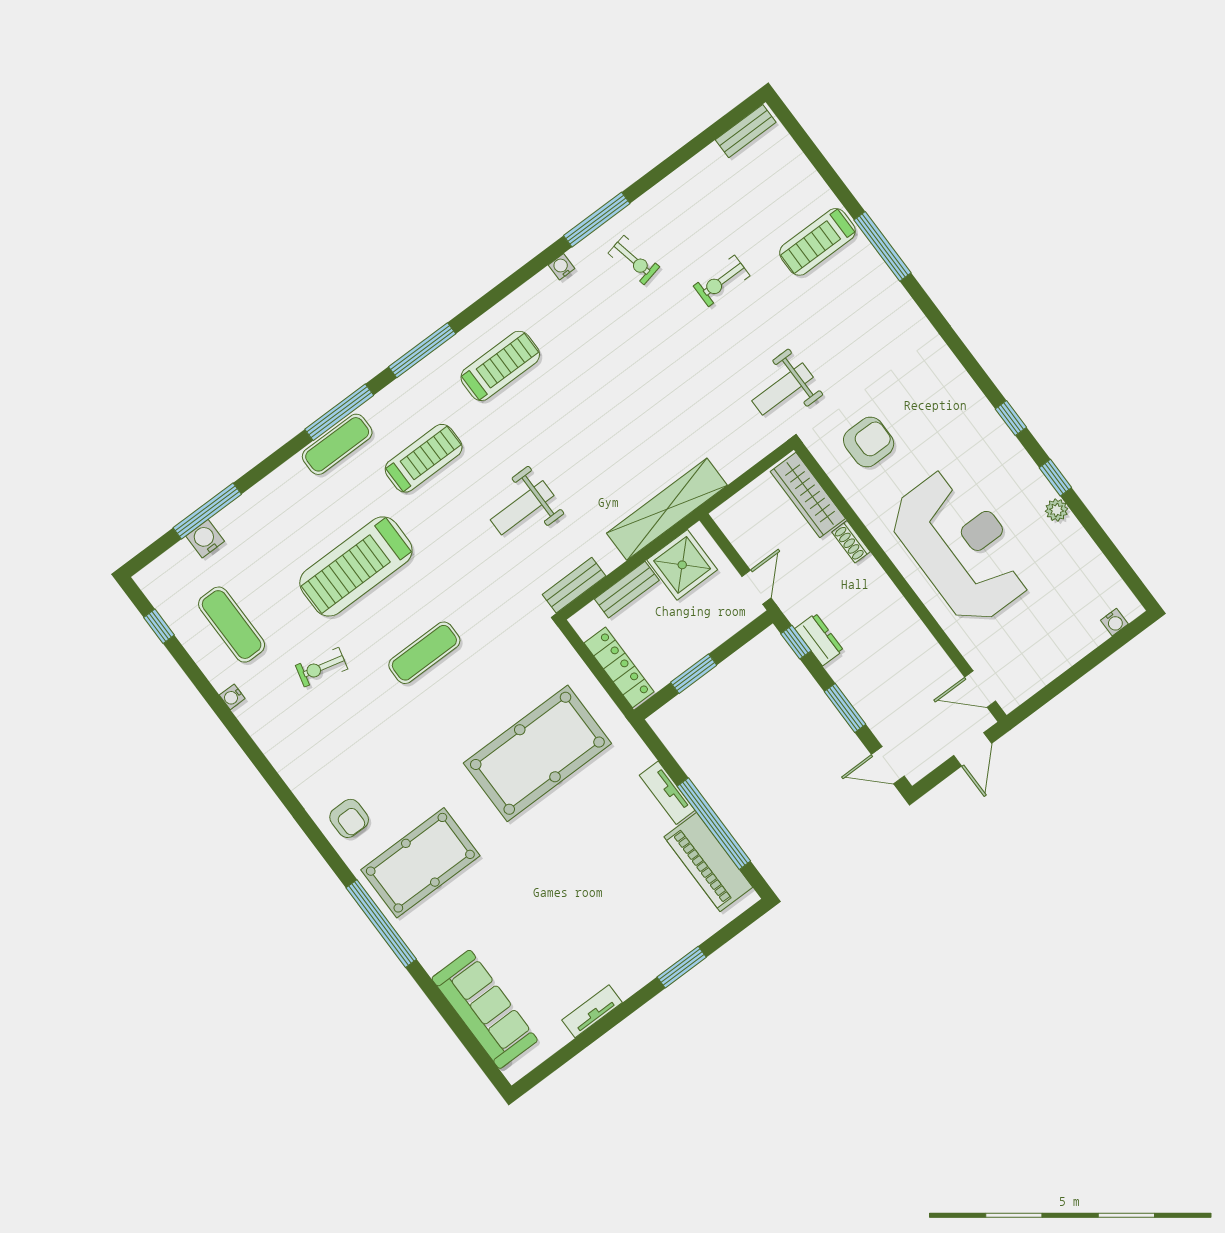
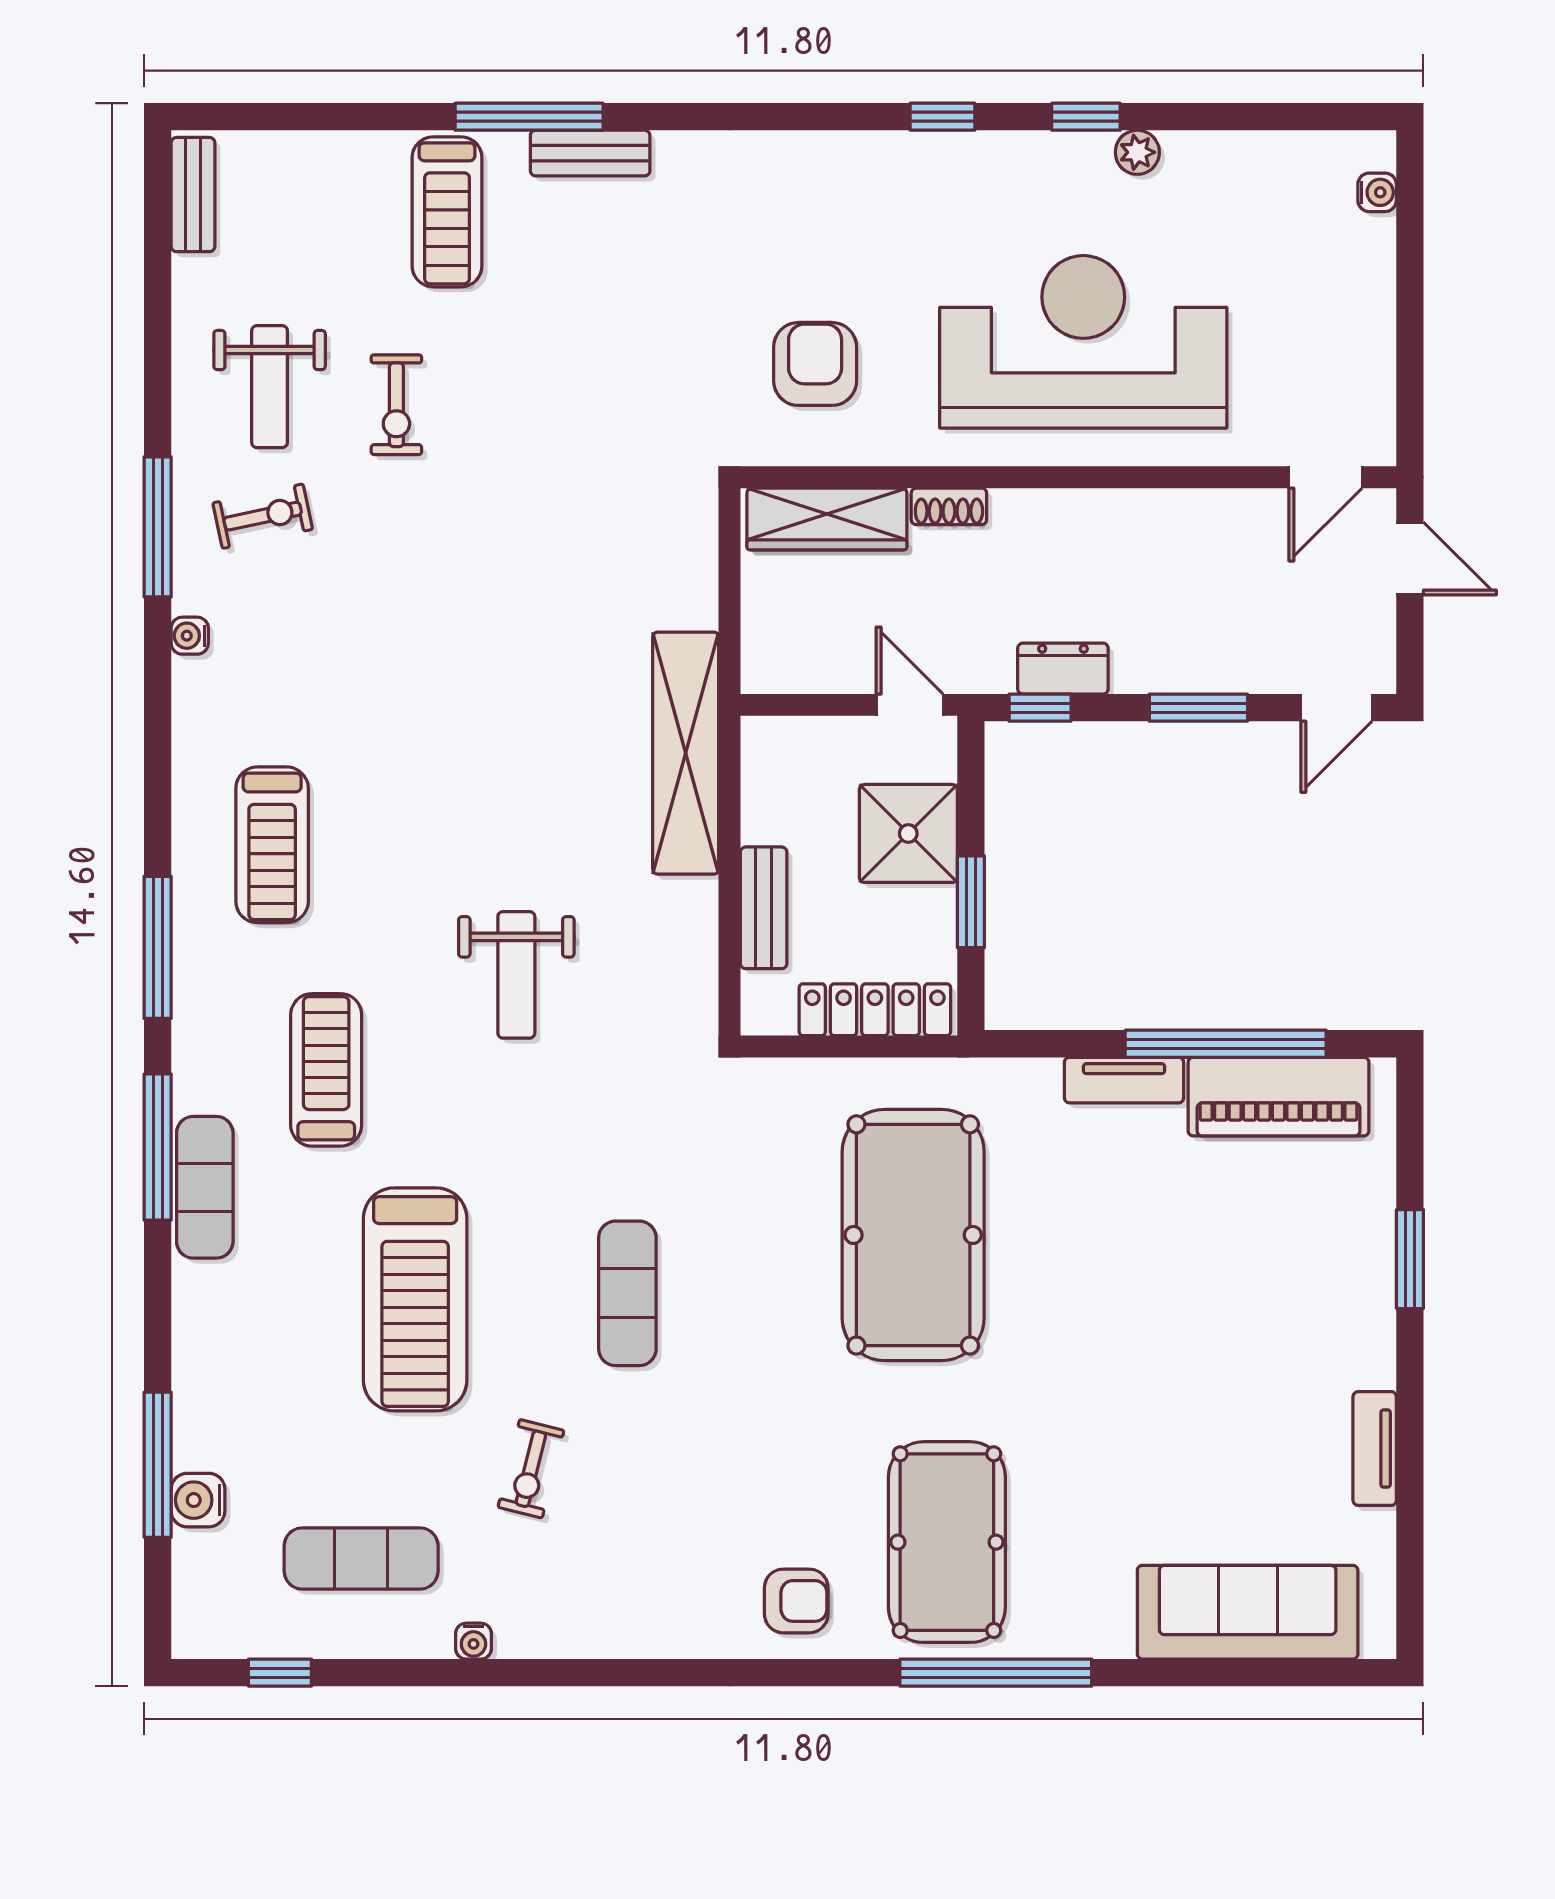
treadmill: (500, 366) -> (272, 845), turned 180
weight bench: (782, 389) -> (270, 387), moved
shower: (682, 565) -> (908, 833), moved
bench: (574, 585) -> (590, 153), moved, turned 90

